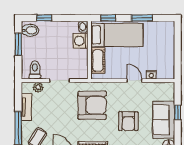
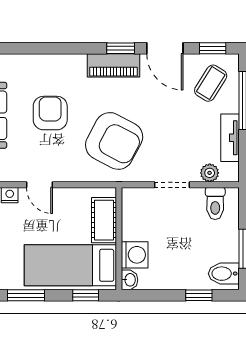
armchair: (92, 105) -> (114, 141), turned -152

